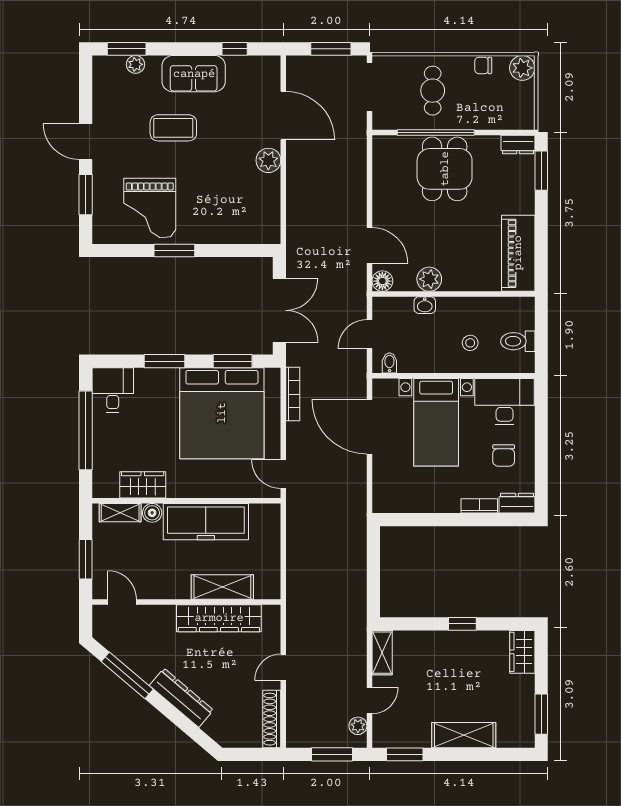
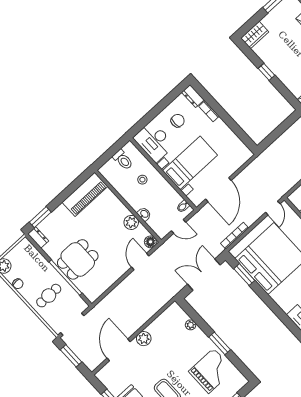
plant: (231, 235) -> (191, 325), added
window: (164, 361) -> (271, 304), removed

